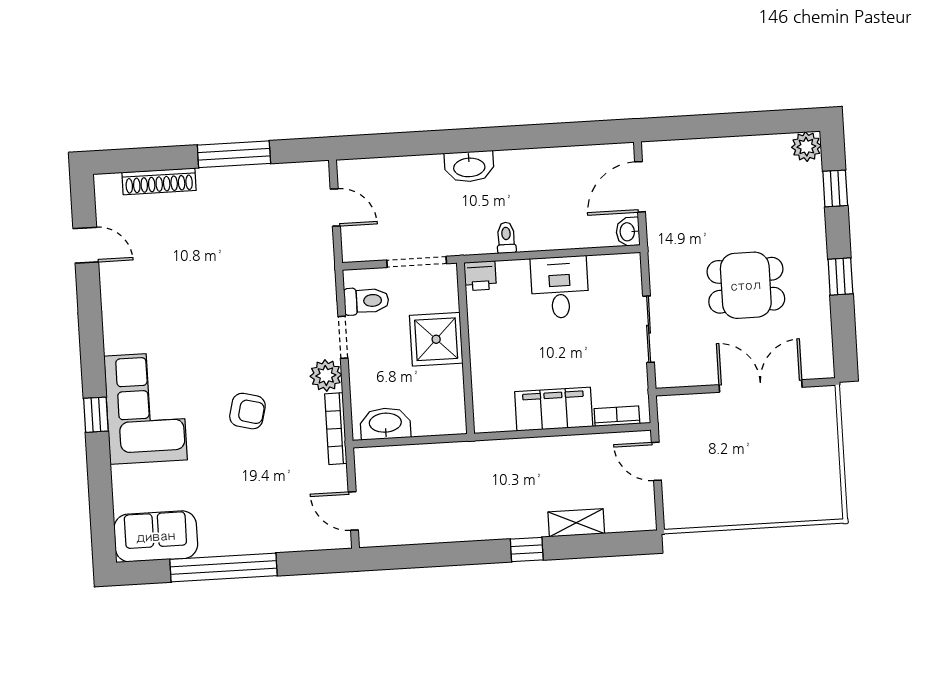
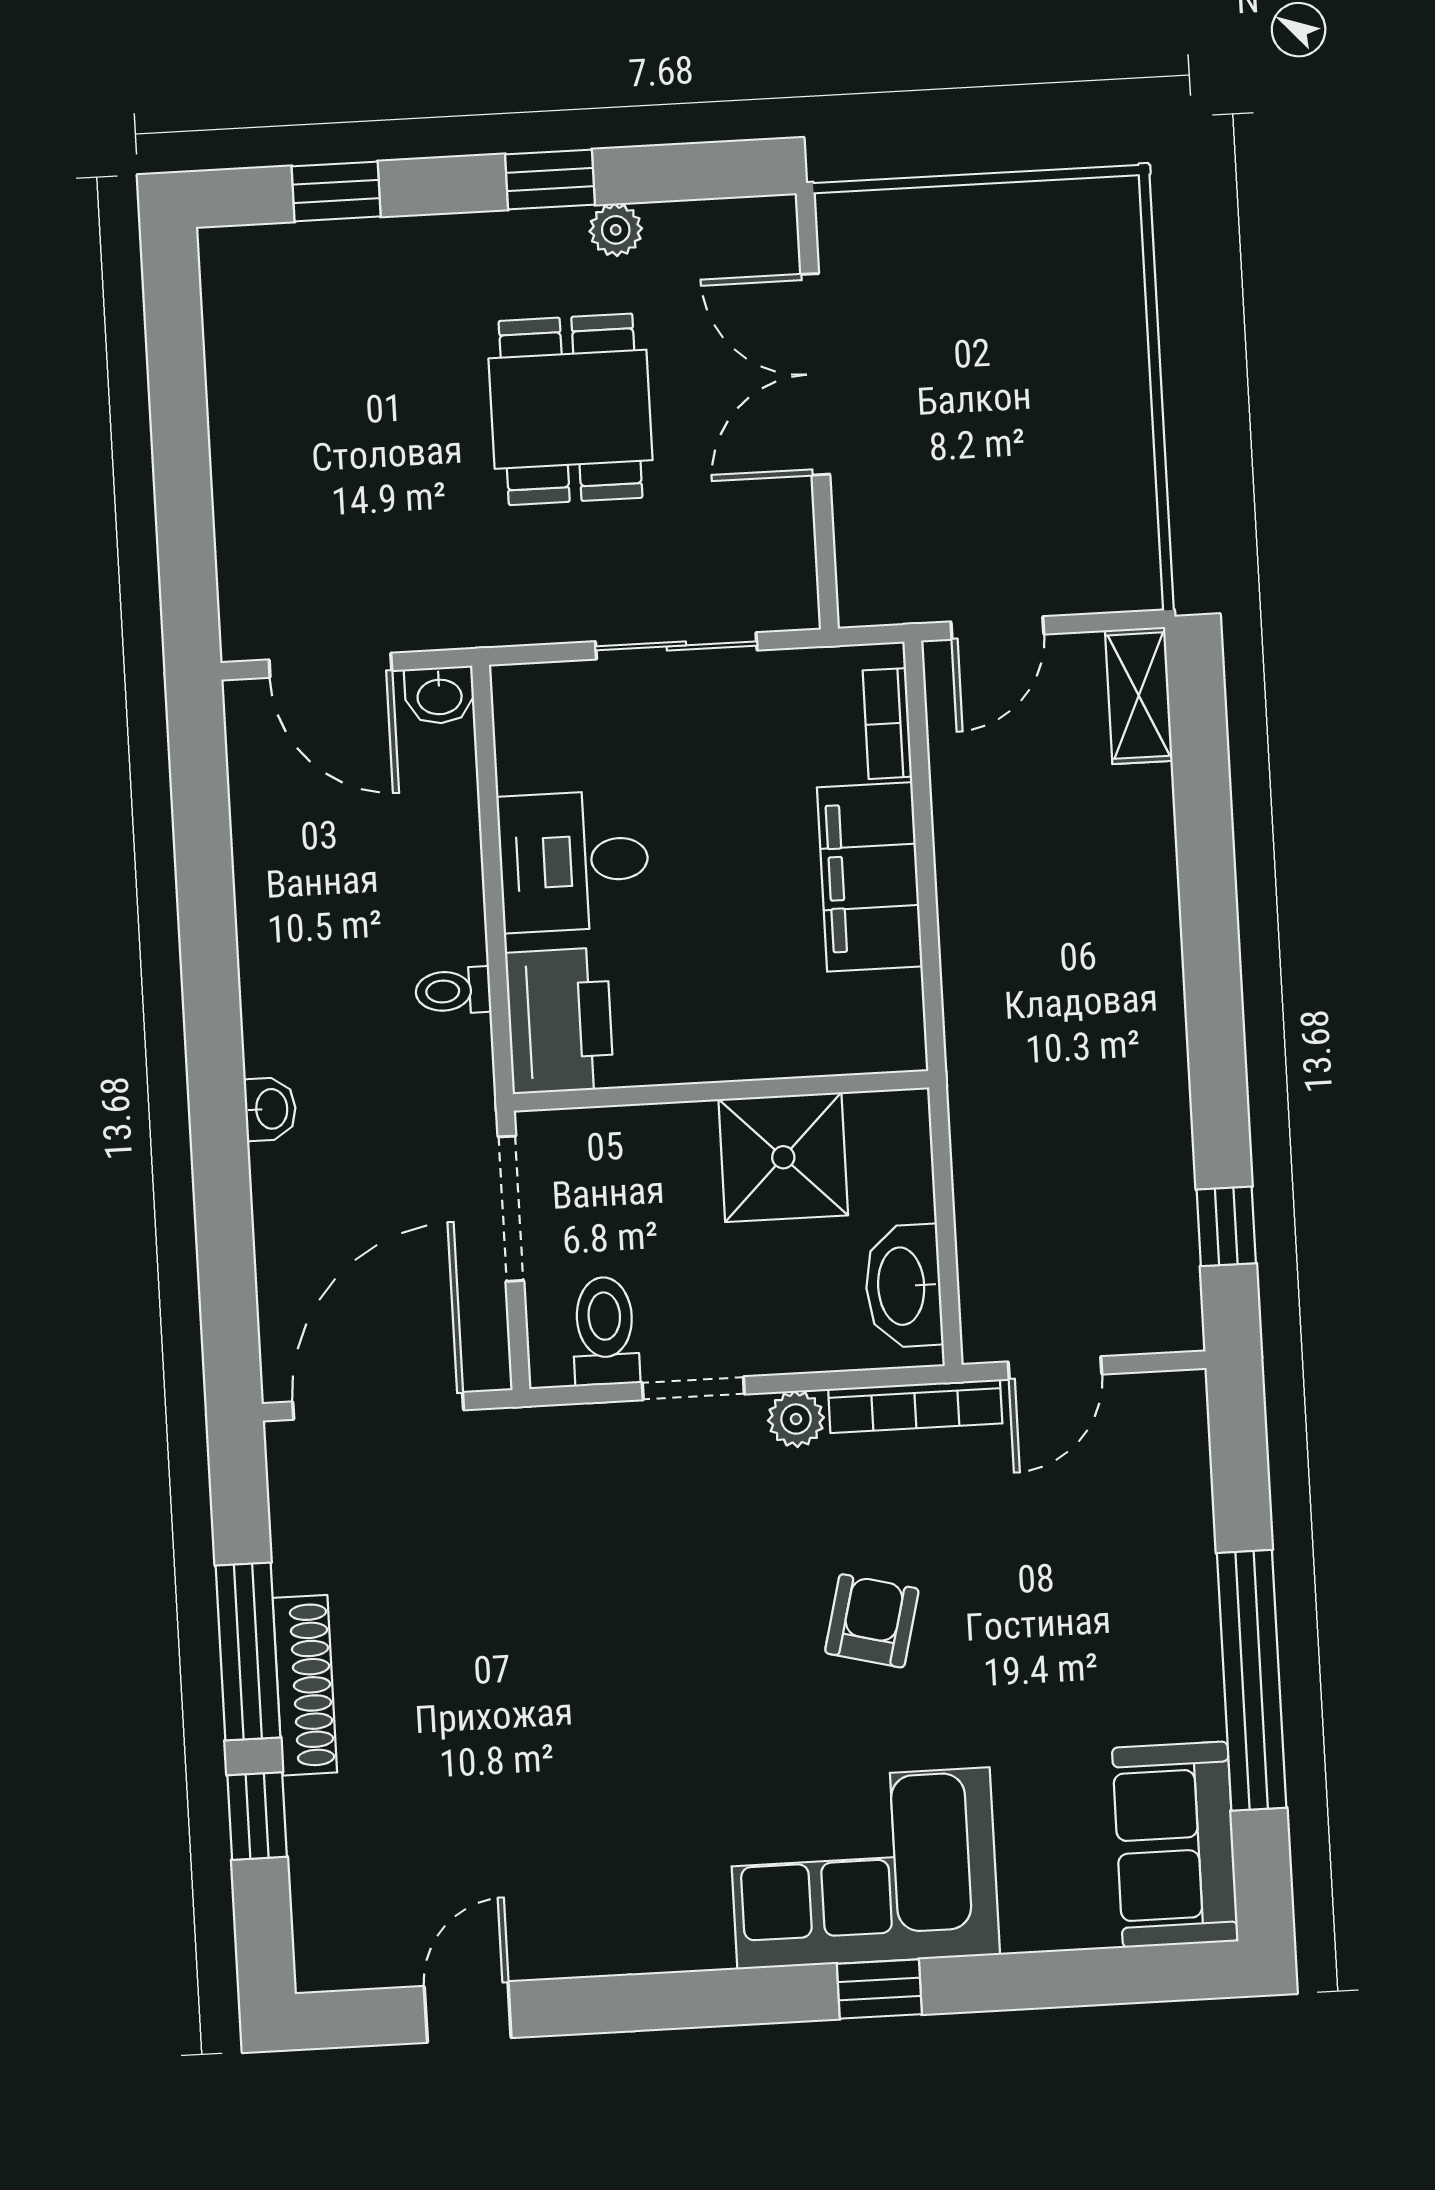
plant: (806, 147) -> (616, 230), moved, width x0.73, depth x0.73
window: (166, 158) -> (257, 1816), added
washbasin: (469, 167) -> (270, 1109), width x0.52, depth x0.69
shoe rack: (159, 181) -> (305, 1685), moved
door: (335, 208) -> (378, 1406), width x1.87
printer: (480, 276) -> (560, 1021), width x1.87, depth x1.48
shower: (436, 339) -> (783, 1157), moved
plant: (326, 375) -> (796, 1419), width x0.73, depth x0.73
door: (353, 511) -> (1055, 1368), moved
shelving: (576, 523) -> (1139, 696), moved
window: (527, 549) -> (1226, 1226), moved

